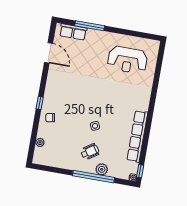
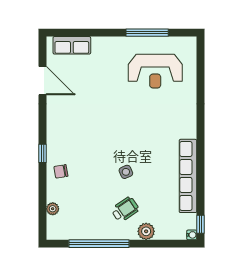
window: (90, 26) -> (147, 33), moved
window: (94, 177) -> (99, 244), moved

